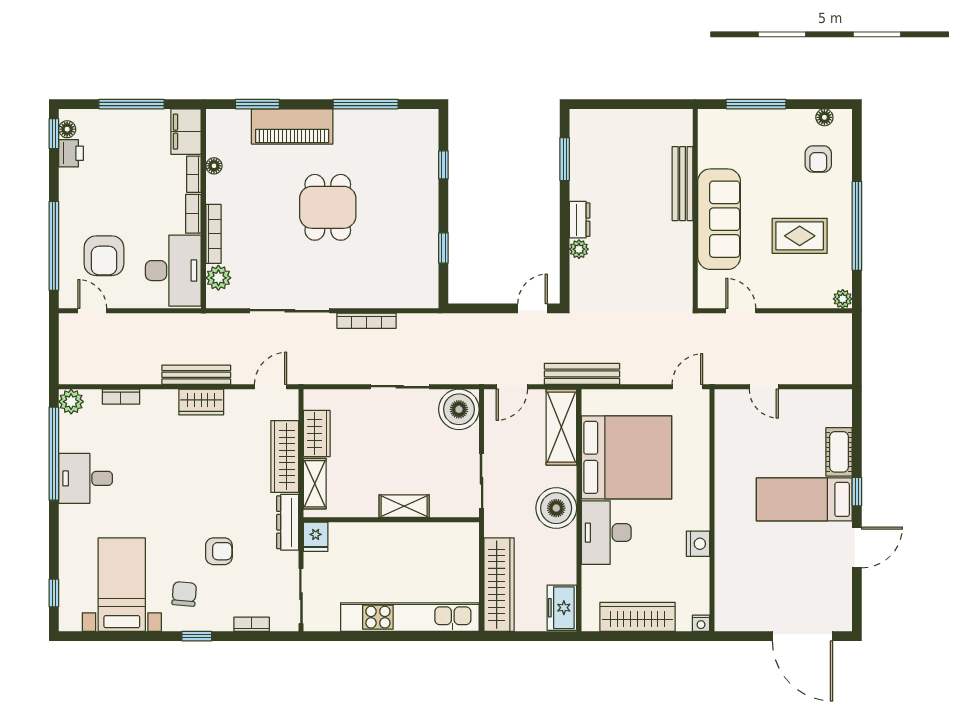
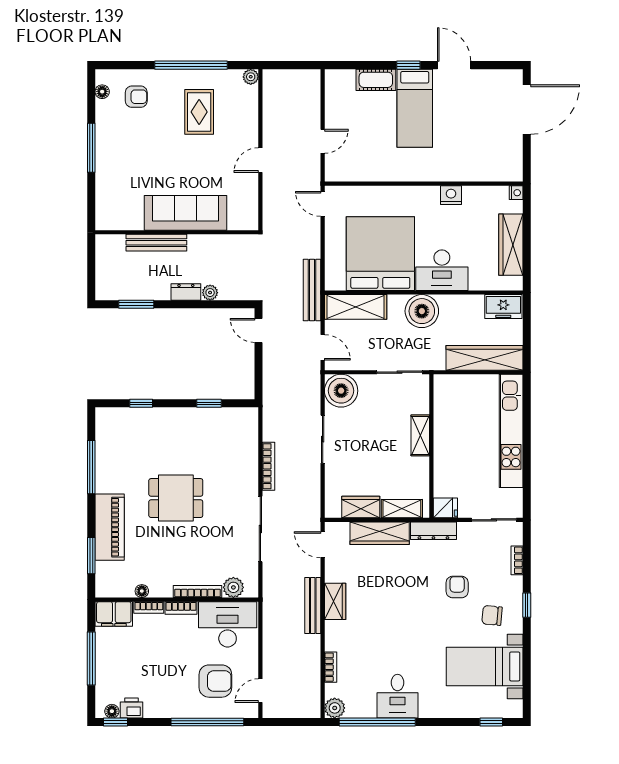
bench: (683, 184) -> (156, 243), moved
wall: (695, 209) -> (177, 232), moved
sofa: (719, 219) -> (185, 213), moved

